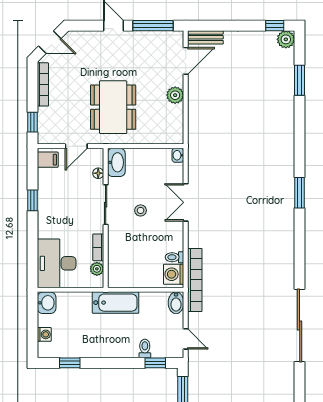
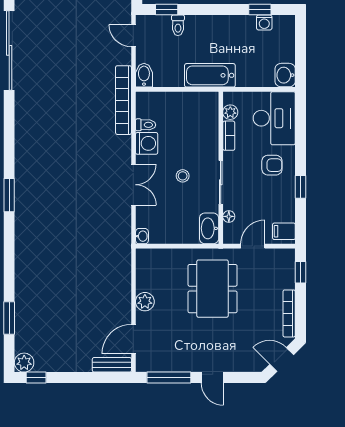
armchair: (59, 220) -> (272, 165), added
washing machine: (174, 274) -> (147, 143), moved
washing machine: (44, 334) -> (264, 22), moved, turned -90

